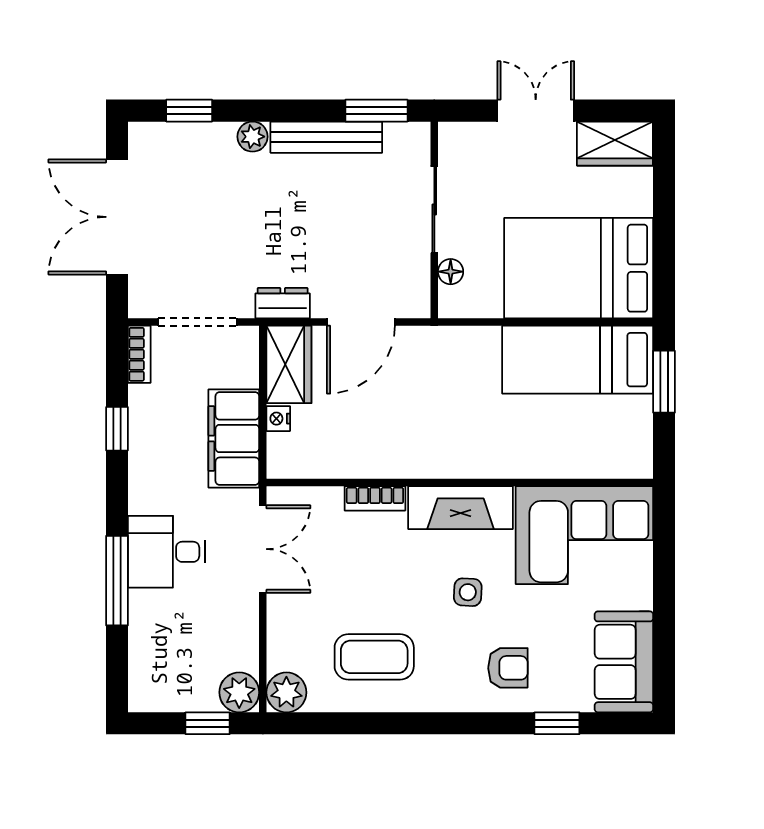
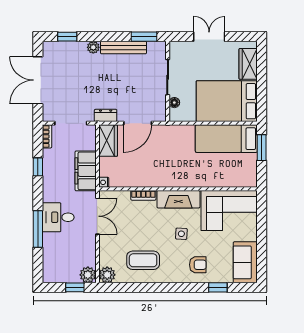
wardrobe: (615, 144) -> (248, 64), moved, turned 90
nightstand: (278, 419) -> (104, 182), moved

